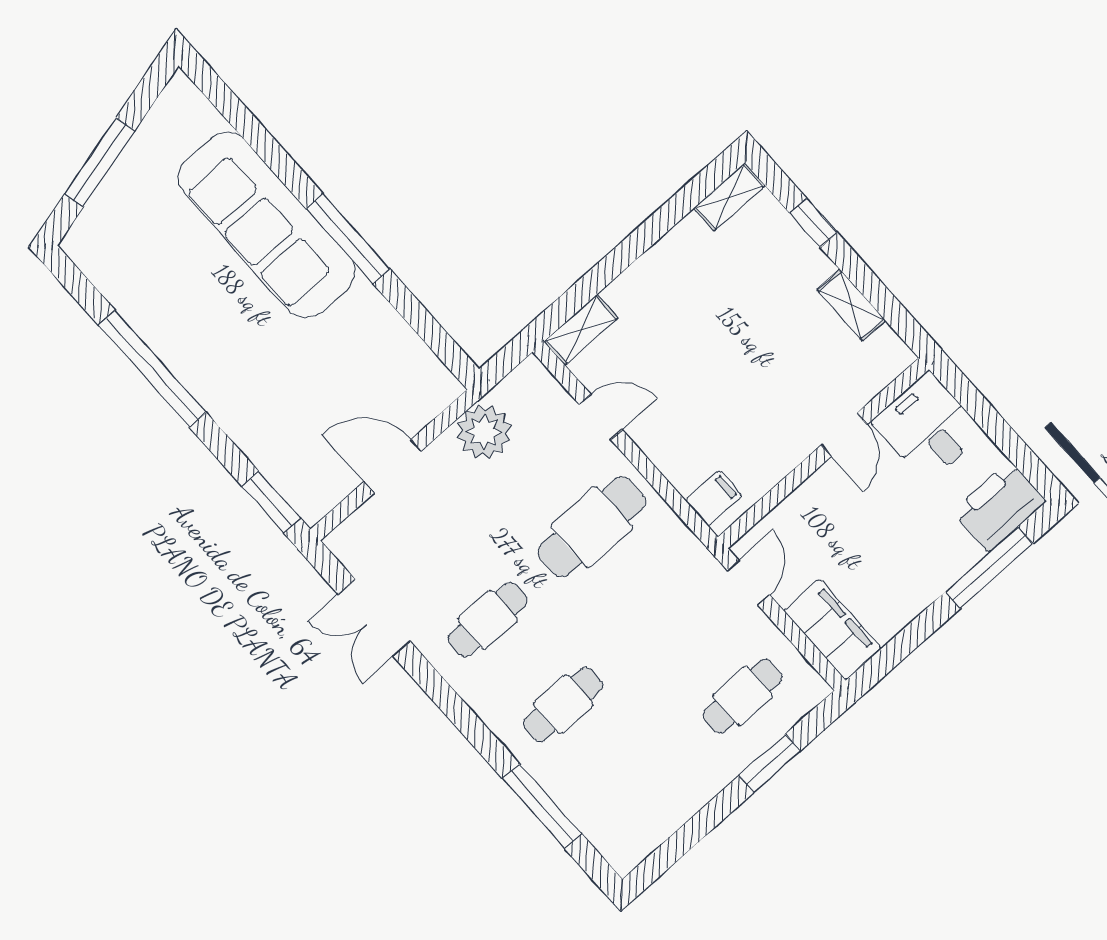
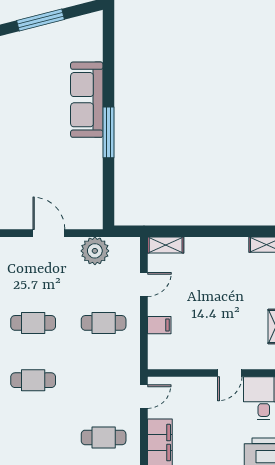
sofa: (267, 225) -> (87, 100), width x0.74, depth x0.79
door: (601, 417) -> (144, 284), hinge flipped
filing cabinet: (714, 498) -> (159, 325), moved
cafe table: (592, 527) -> (104, 323), width x0.73, depth x0.74

